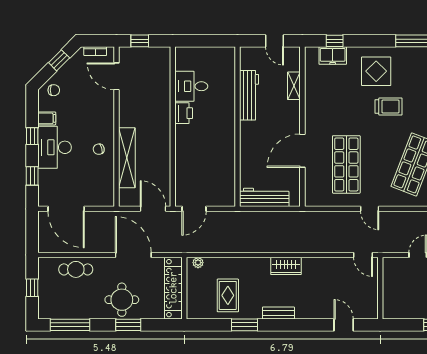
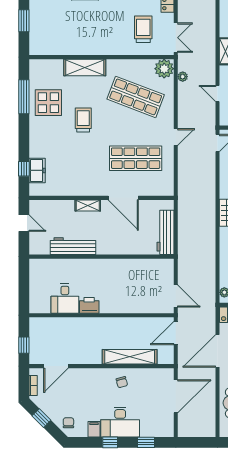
door: (275, 41) -> (24, 223), hinge flipped
display table: (376, 71) -> (48, 103), moved
shelving: (294, 86) -> (88, 206), moved
door: (66, 209) -> (176, 396), moved

